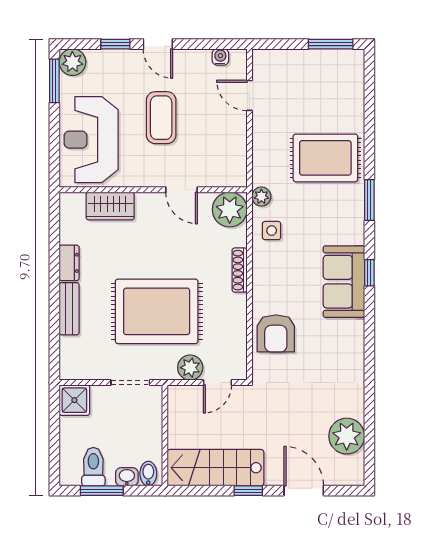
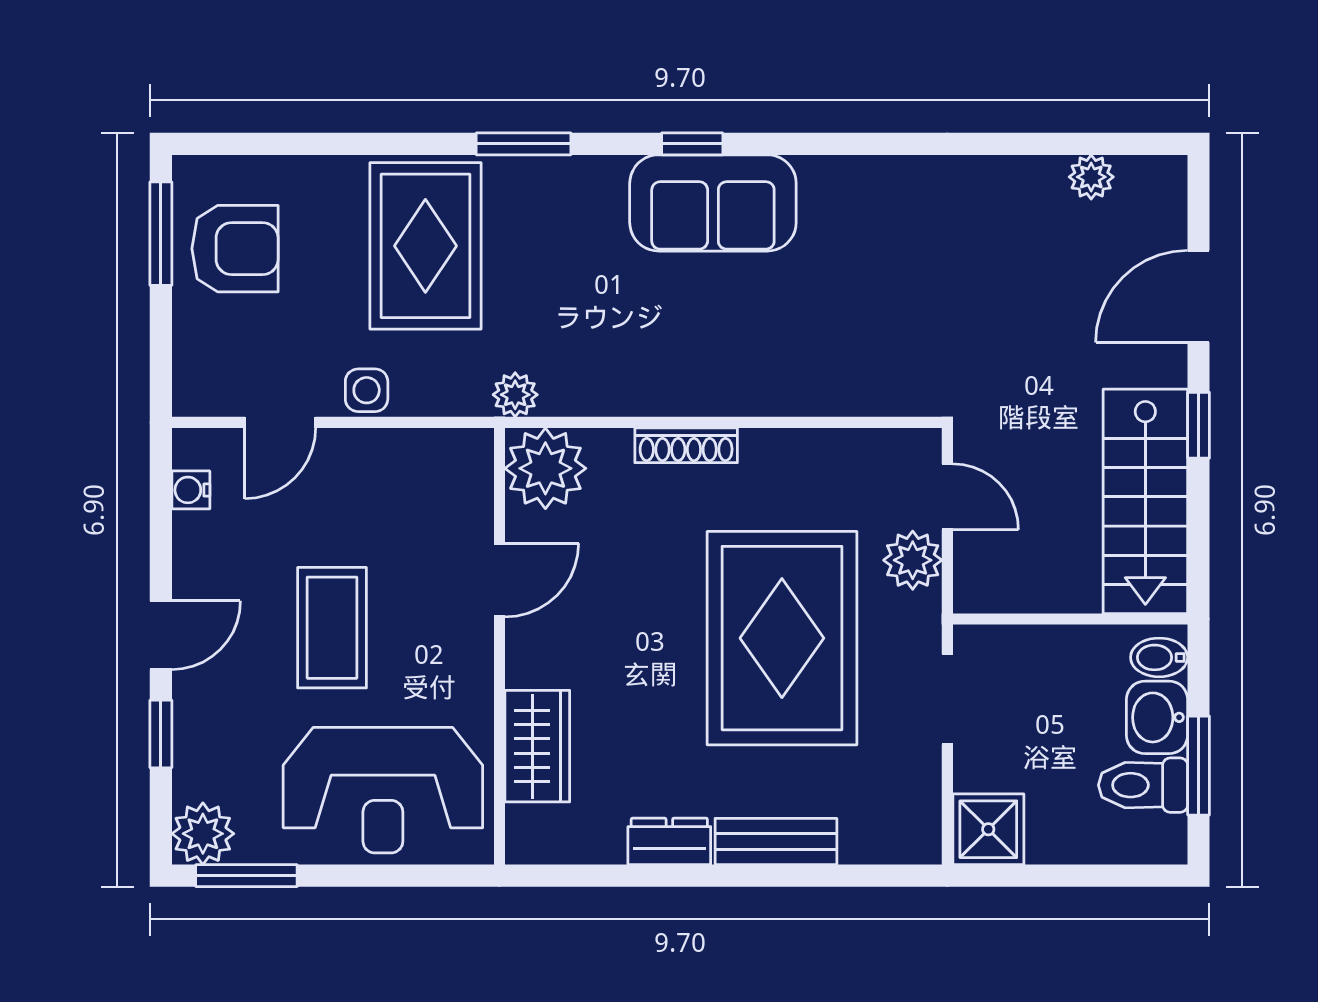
coffee table: (161, 118) -> (332, 628), turned 90
side table: (272, 231) -> (367, 390), moved
armchair: (276, 333) -> (235, 249), moved
plant: (347, 436) -> (1091, 177), width x0.53, depth x0.53
washbasin: (127, 477) -> (1157, 717), width x1.38, depth x1.45

